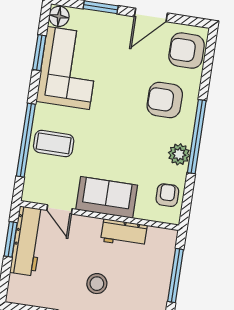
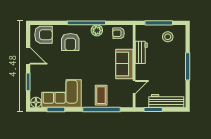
armchair: (187, 51) -> (43, 35), turned -90
workbench: (27, 241) -> (166, 101), moved
stool: (97, 284) -> (168, 37), moved

